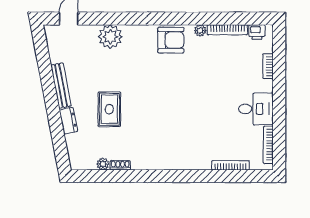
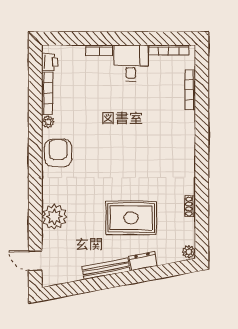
bookcase: (268, 66) -> (99, 50), moved
rug: (109, 109) -> (131, 218), width x1.36, depth x1.43
plant: (103, 164) -> (189, 252), moved

